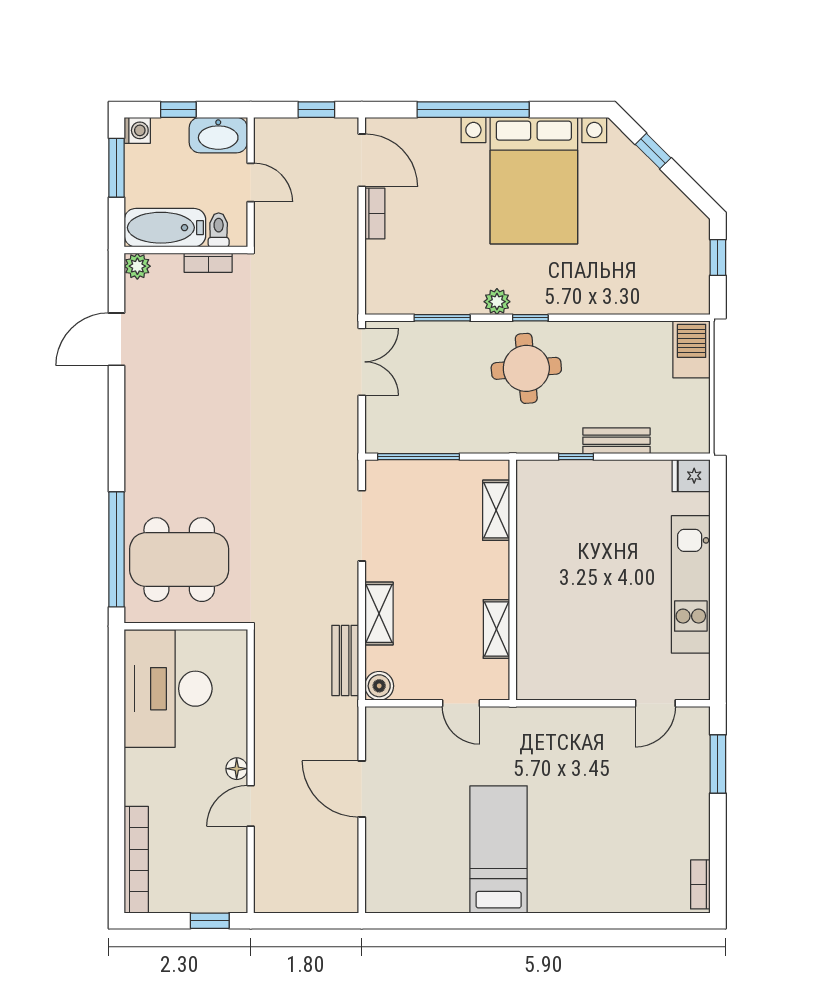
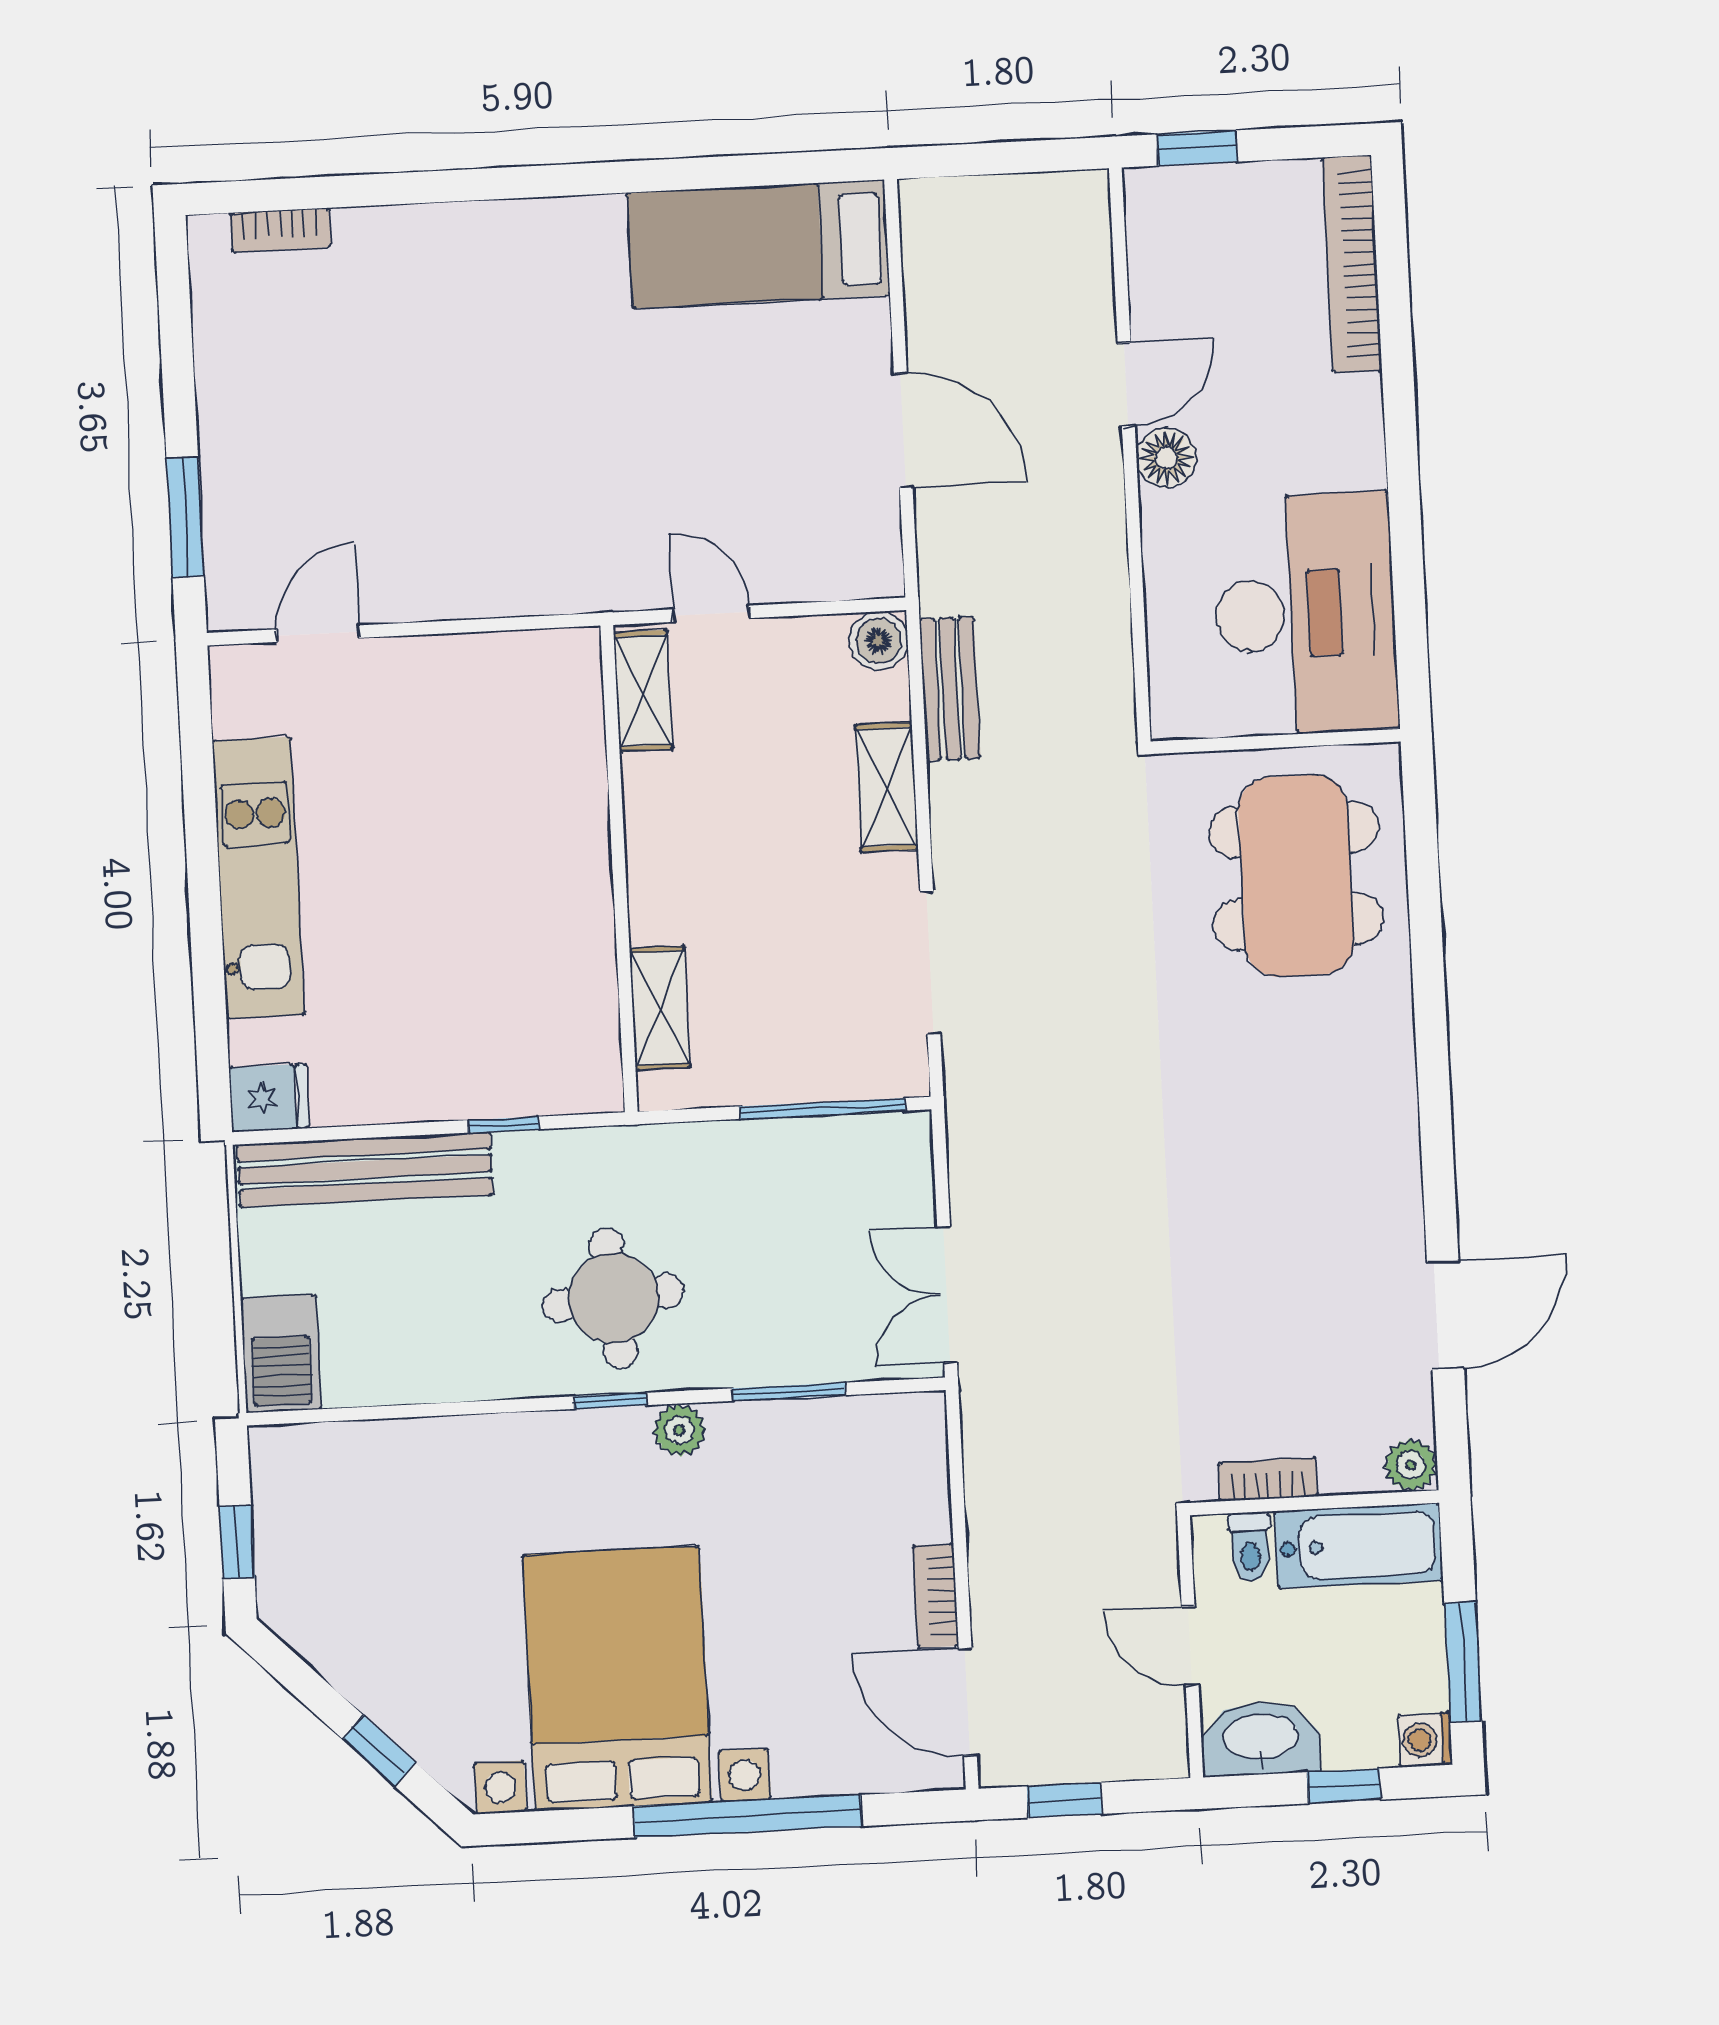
bench: (616, 441) -> (365, 1170), width x1.86, depth x1.21
window: (116, 549) -> (1424, 890), removed
dining table: (179, 560) -> (1296, 876), turned 90
shelving: (496, 629) -> (643, 691), moved
floor lamp: (237, 769) -> (1166, 458), width x1.37, depth x1.37
bed: (499, 849) -> (759, 244), moved, turned 90
bookcase: (700, 884) -> (281, 230), moved, turned 90

